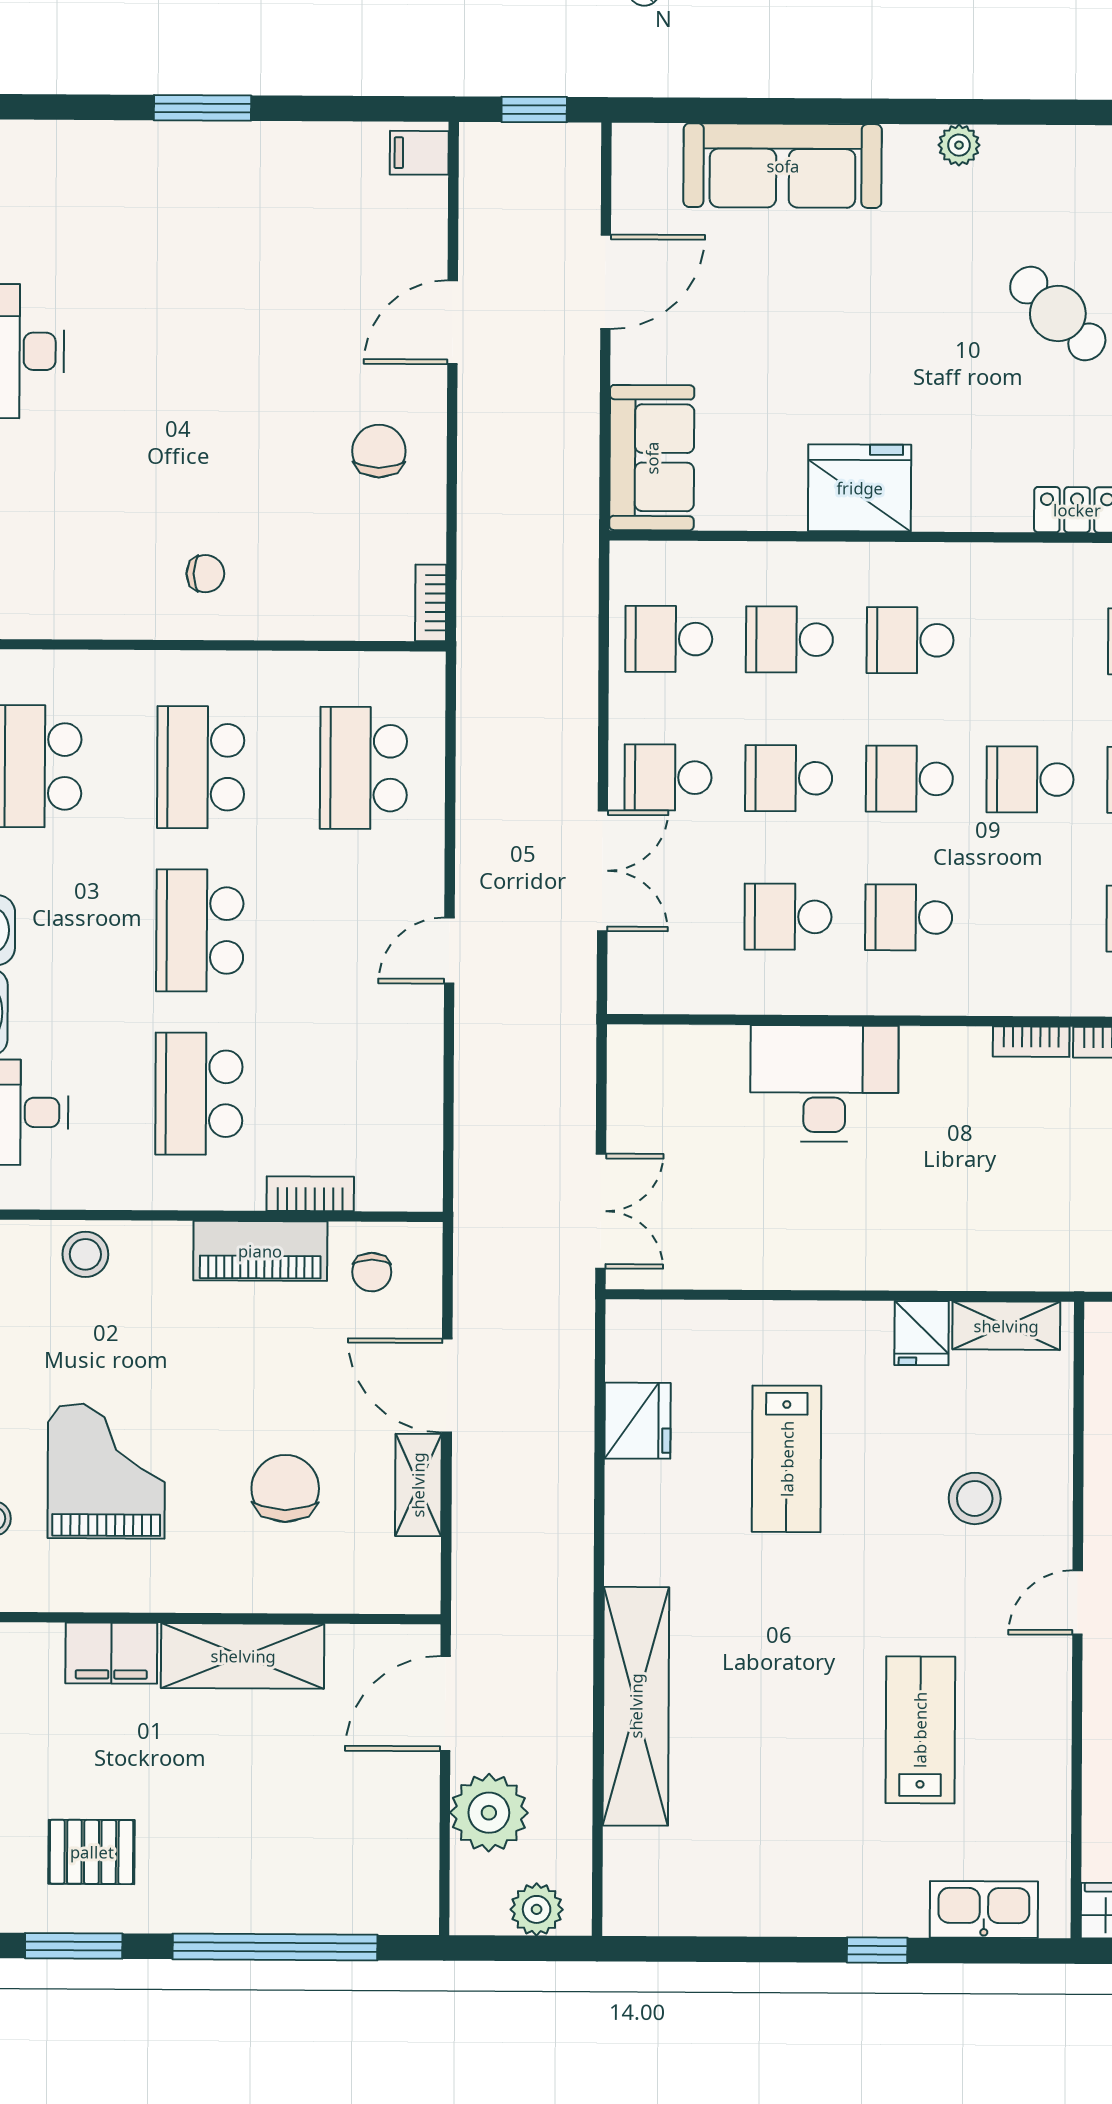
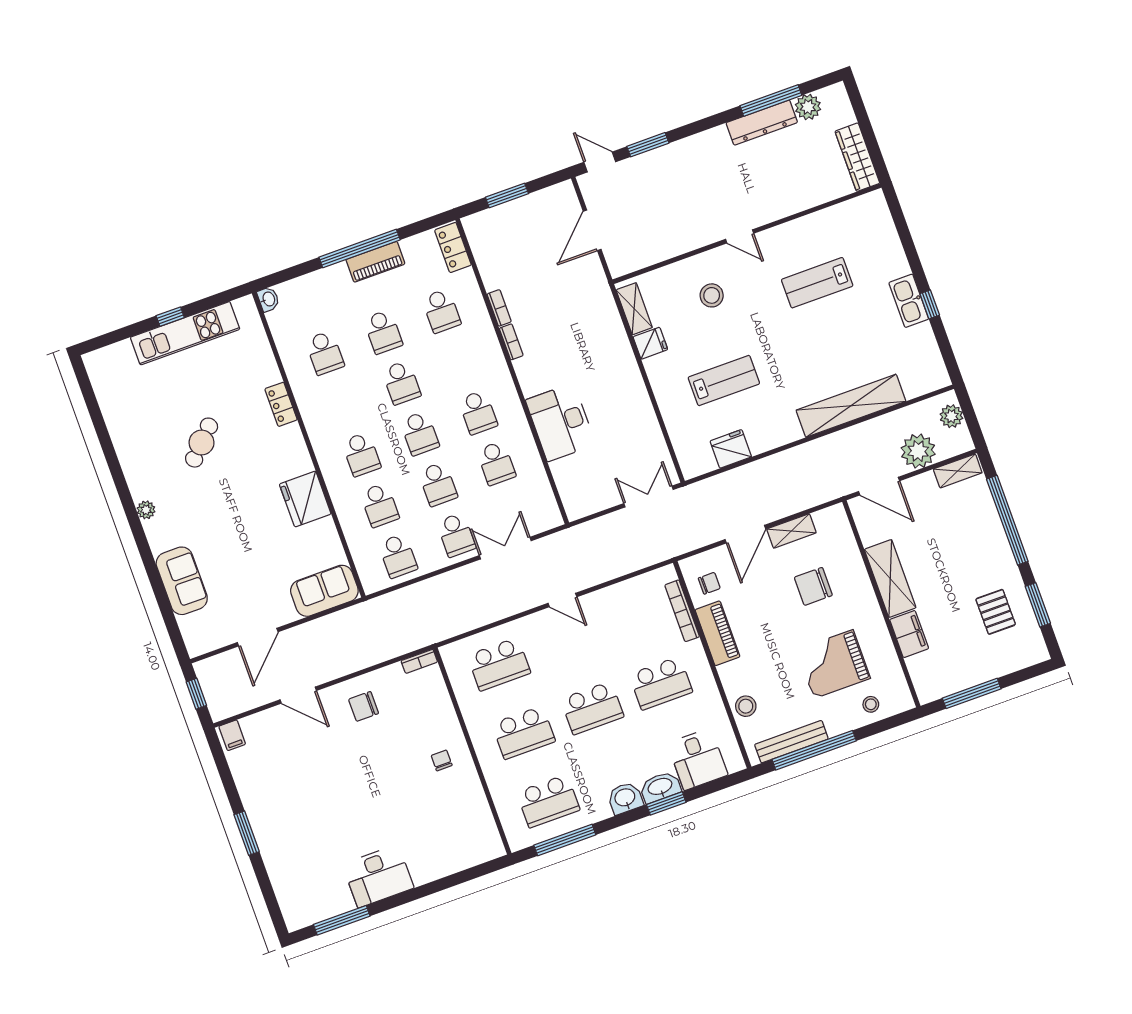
sofa: (783, 166) -> (182, 581), width x0.73
door: (606, 282) -> (258, 637), swing flipped
bookcase: (310, 1194) -> (682, 611), width x1.56
shelving: (417, 1880) -> (958, 471), added
kitchen sink: (984, 1910) -> (909, 301), moved
window: (877, 1950) -> (930, 304), moved

